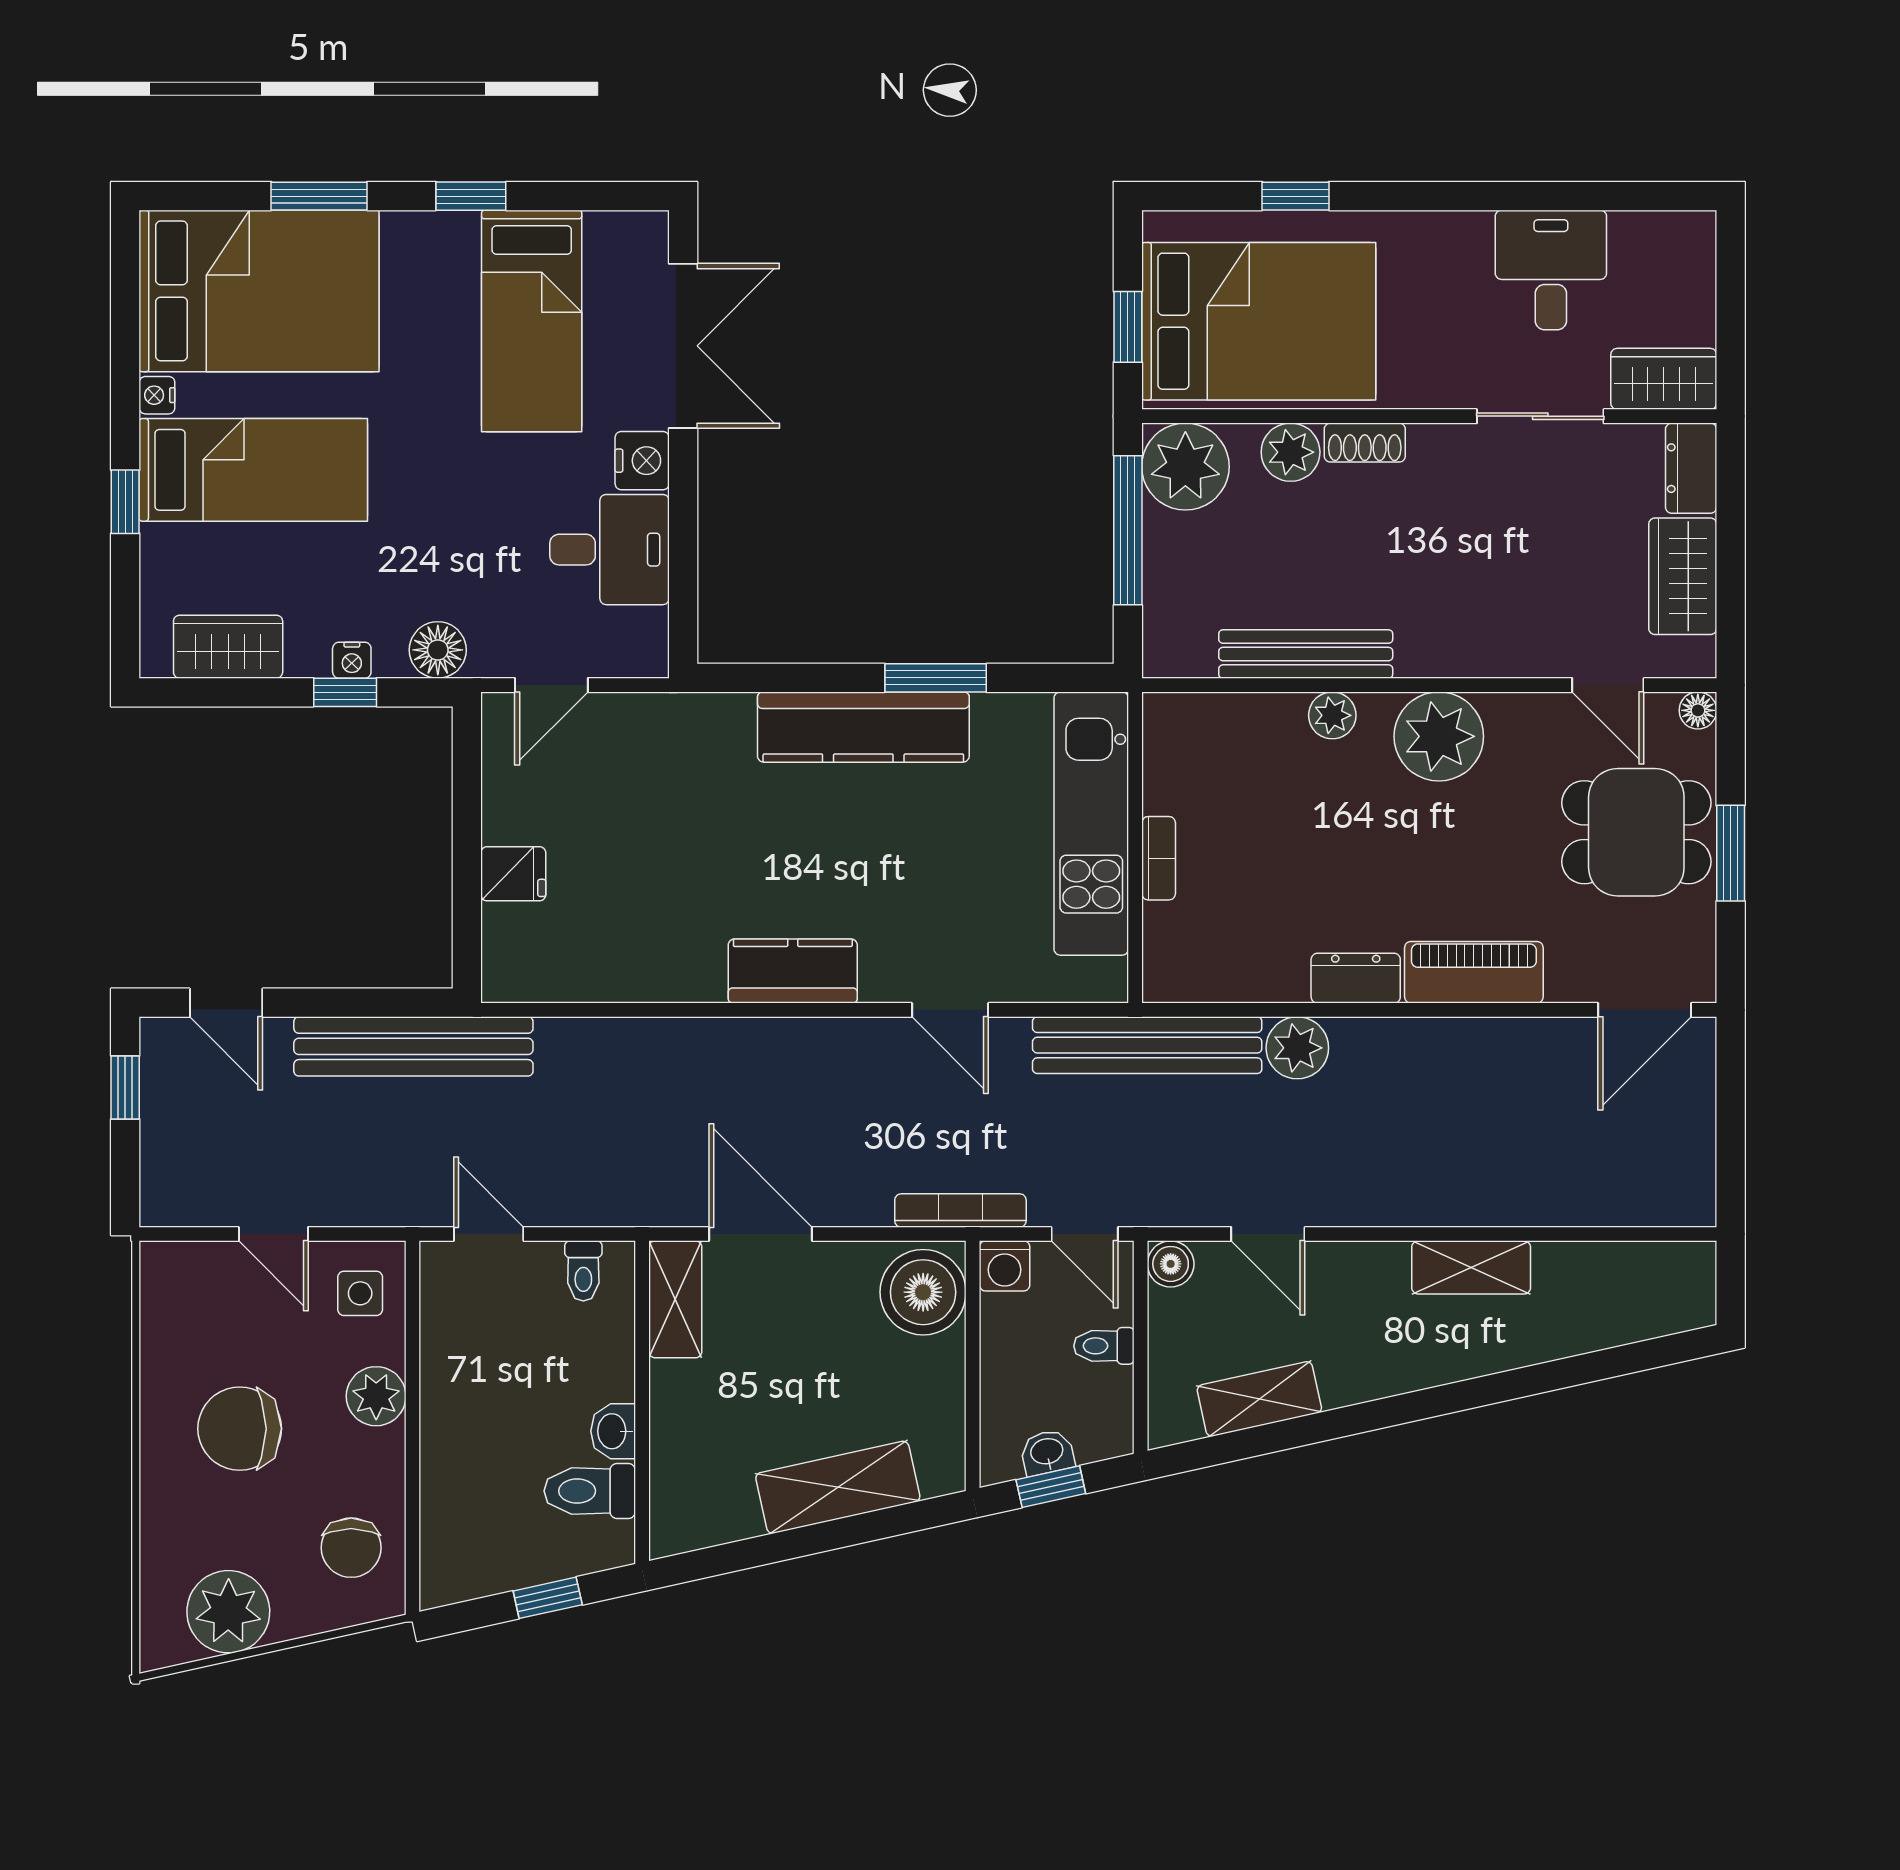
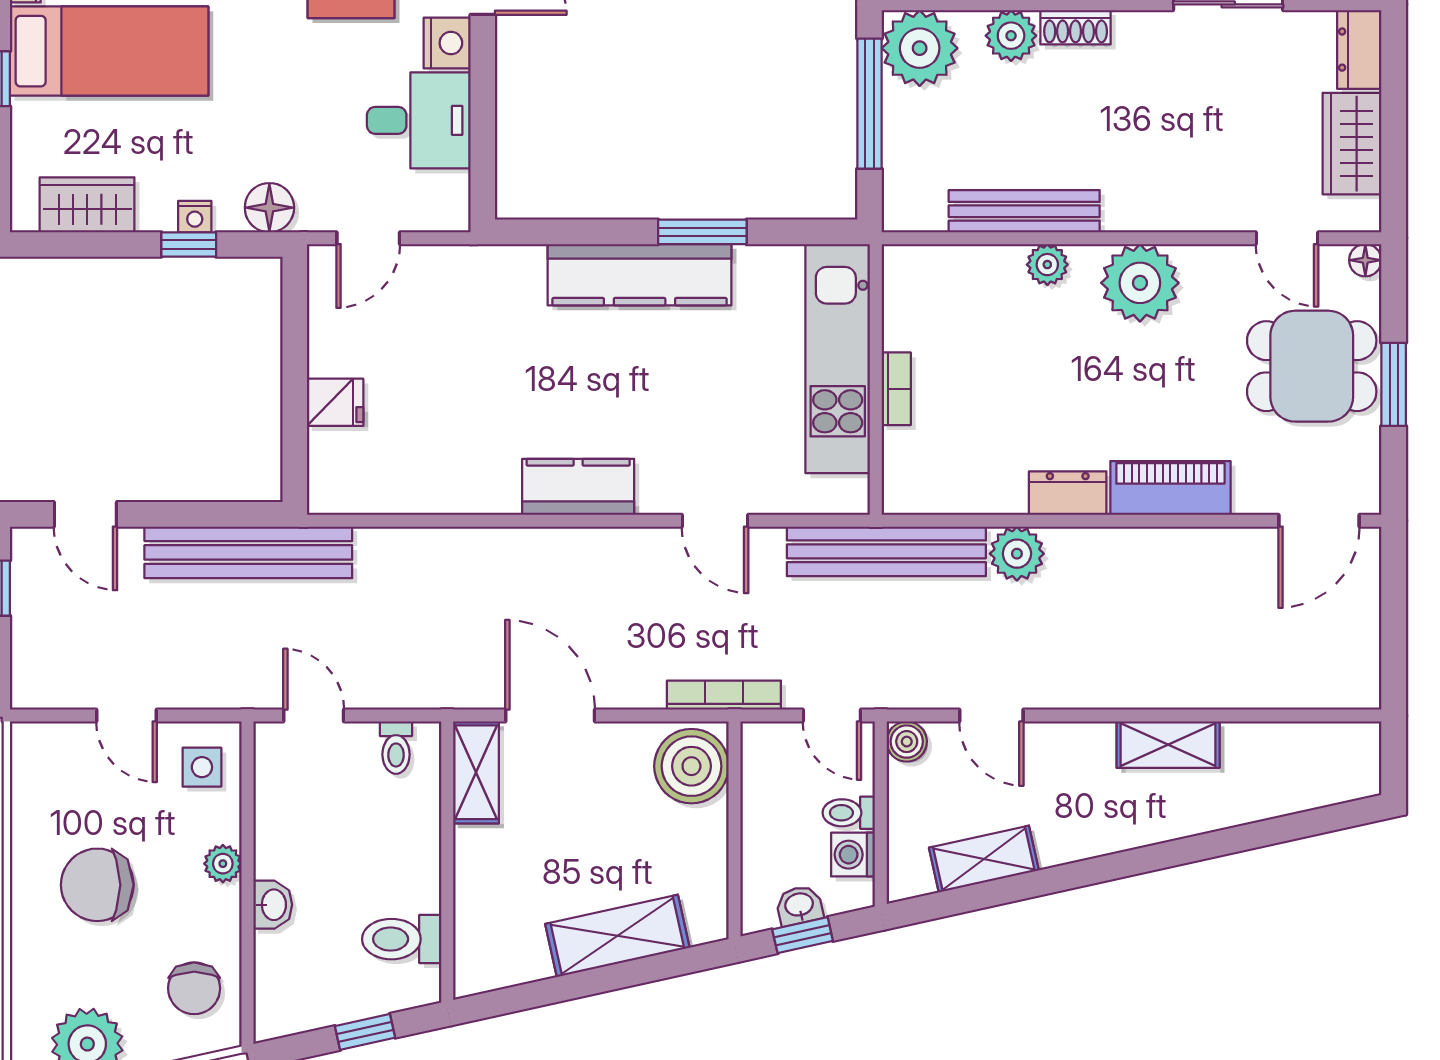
washing machine: (1005, 1266) -> (853, 855), moved, turned 90
plant: (376, 1396) -> (223, 864), width x0.73, depth x0.73
washbasin: (613, 1431) -> (273, 905), moved, turned 180

